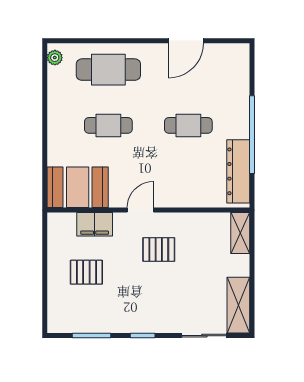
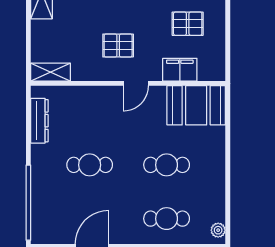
cafe table: (108, 70) -> (167, 219), width x0.73, depth x0.74
window: (252, 135) -> (28, 203), moved
dresser: (238, 171) -> (39, 121), width x0.73, depth x0.80
shelving: (240, 233) -> (51, 72), moved, turned 90

